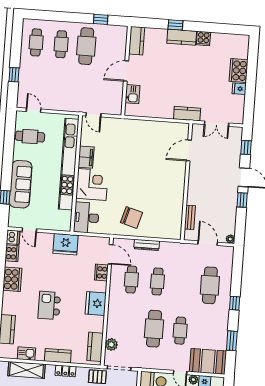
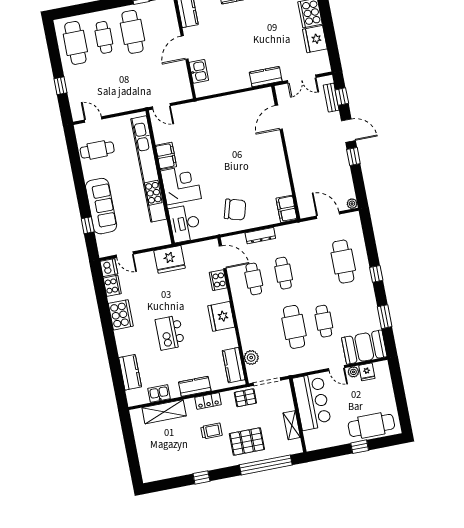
cafe table: (36, 42) -> (75, 43), width x1.37, depth x1.35
fridge: (239, 89) -> (315, 39), width x1.88, depth x1.34
bench: (190, 217) -> (331, 98), moved
filing cabinet: (175, 229) -> (287, 209), added

